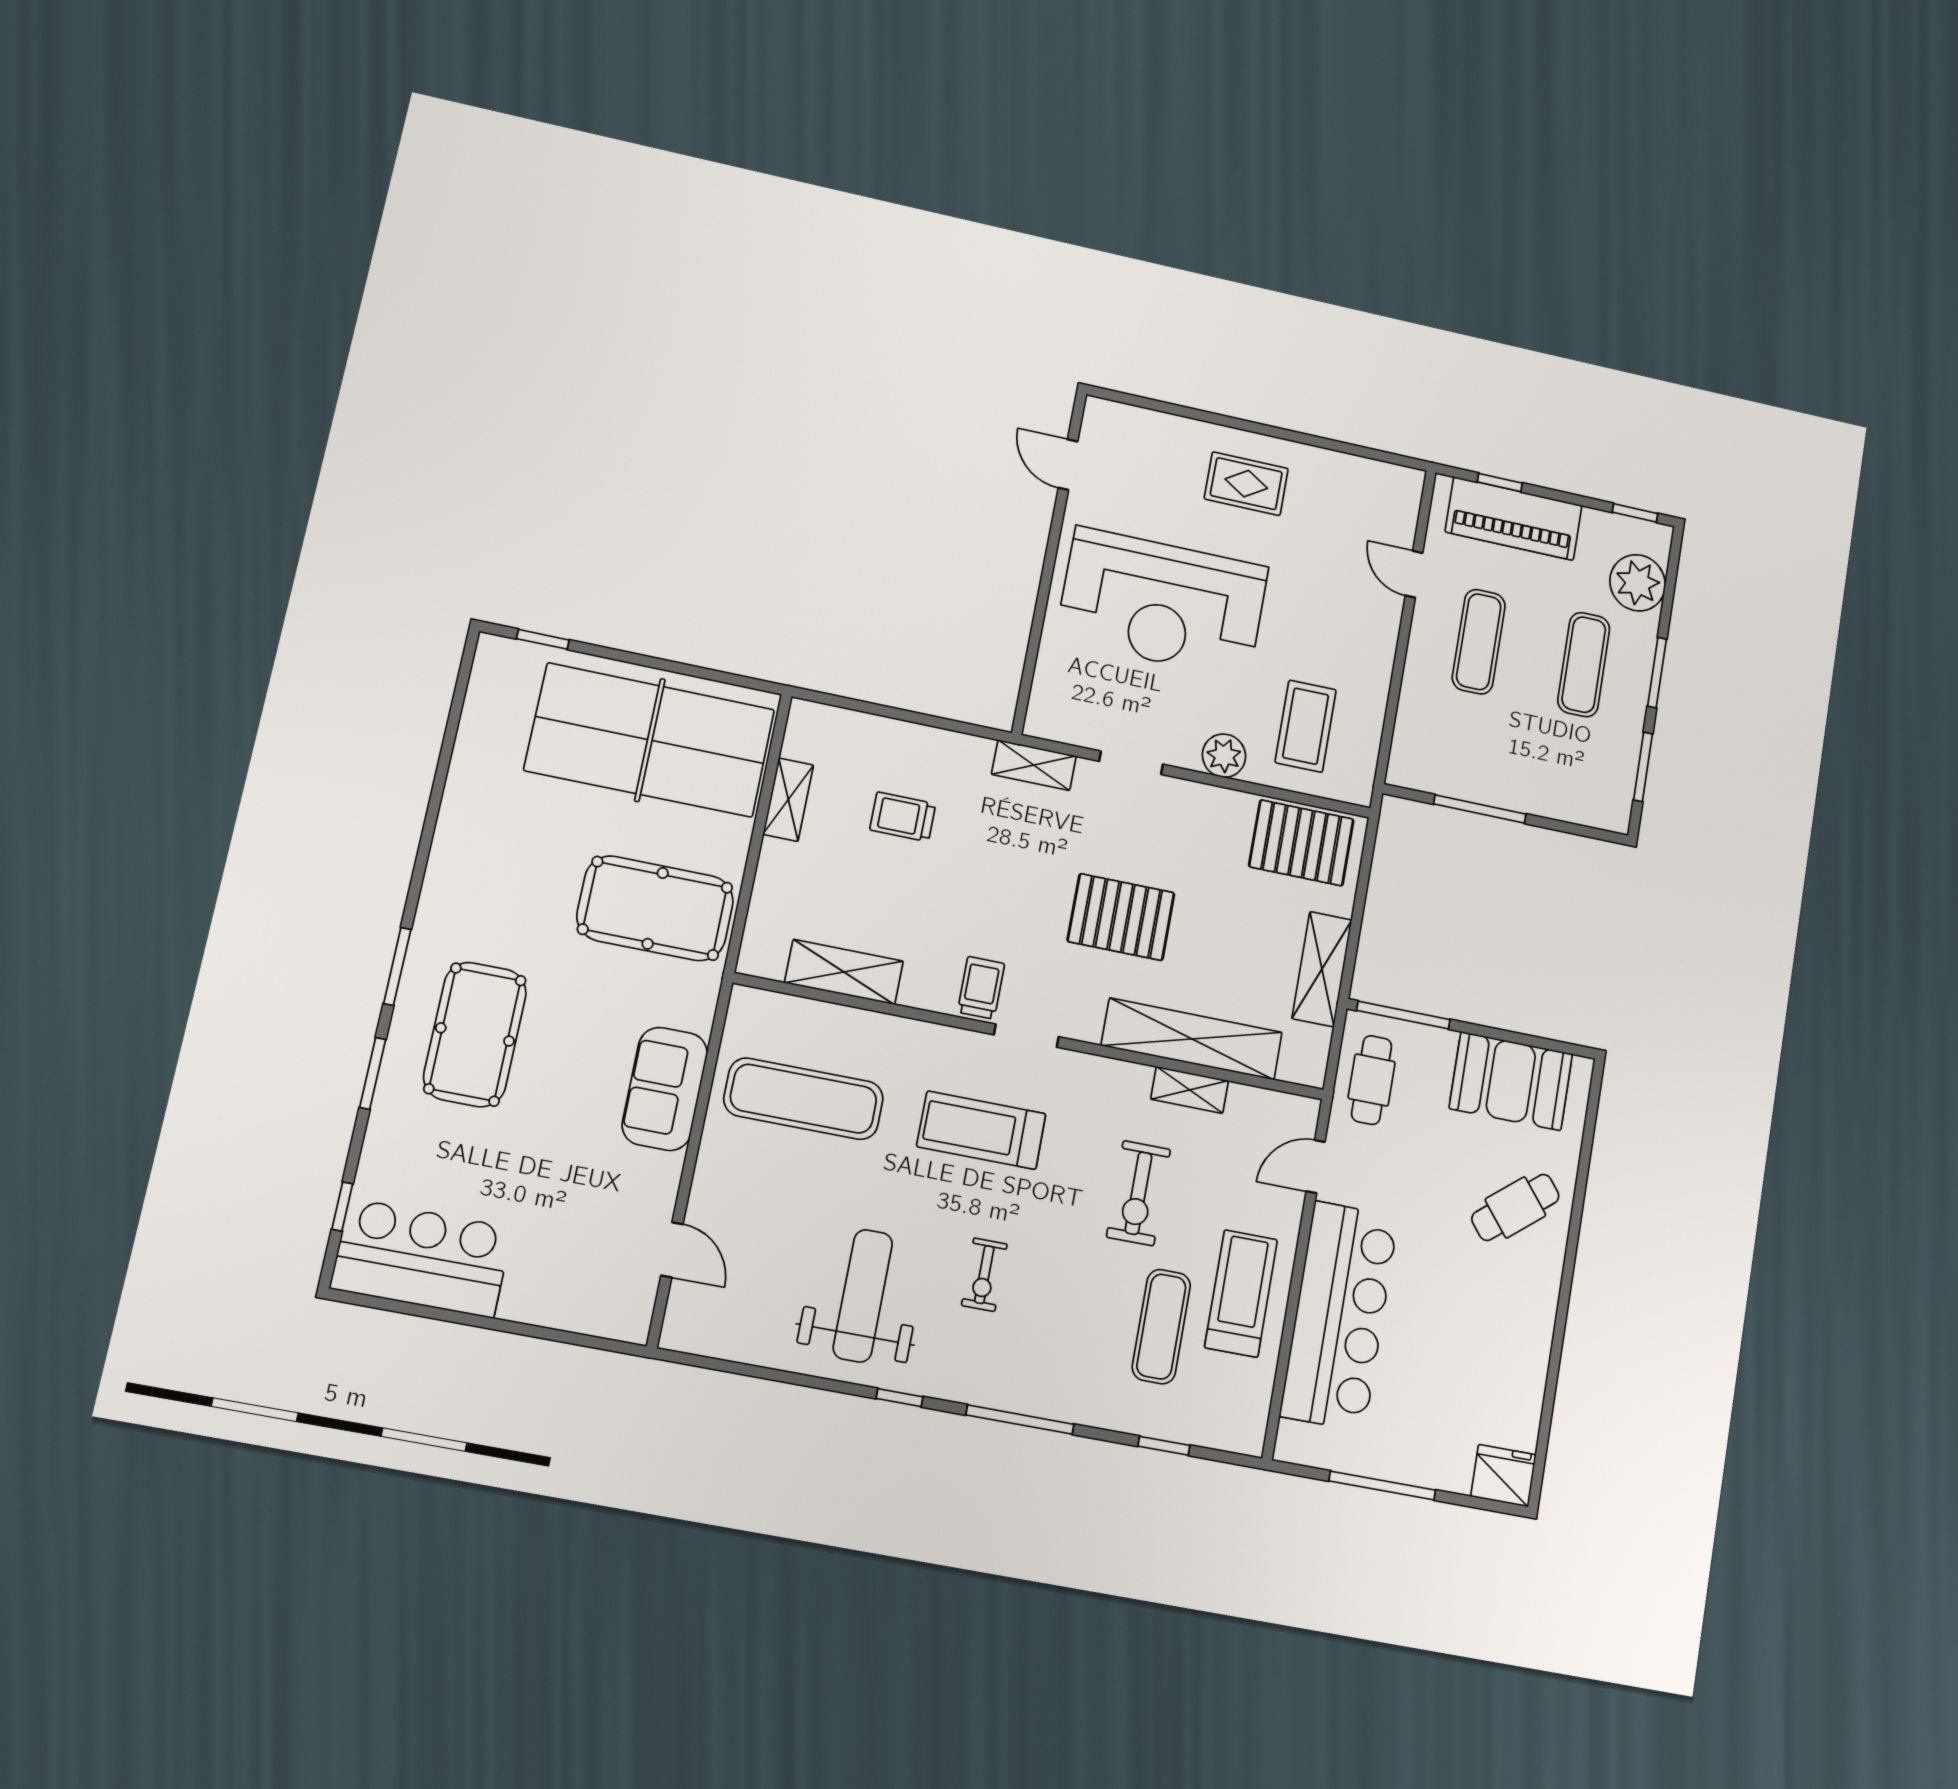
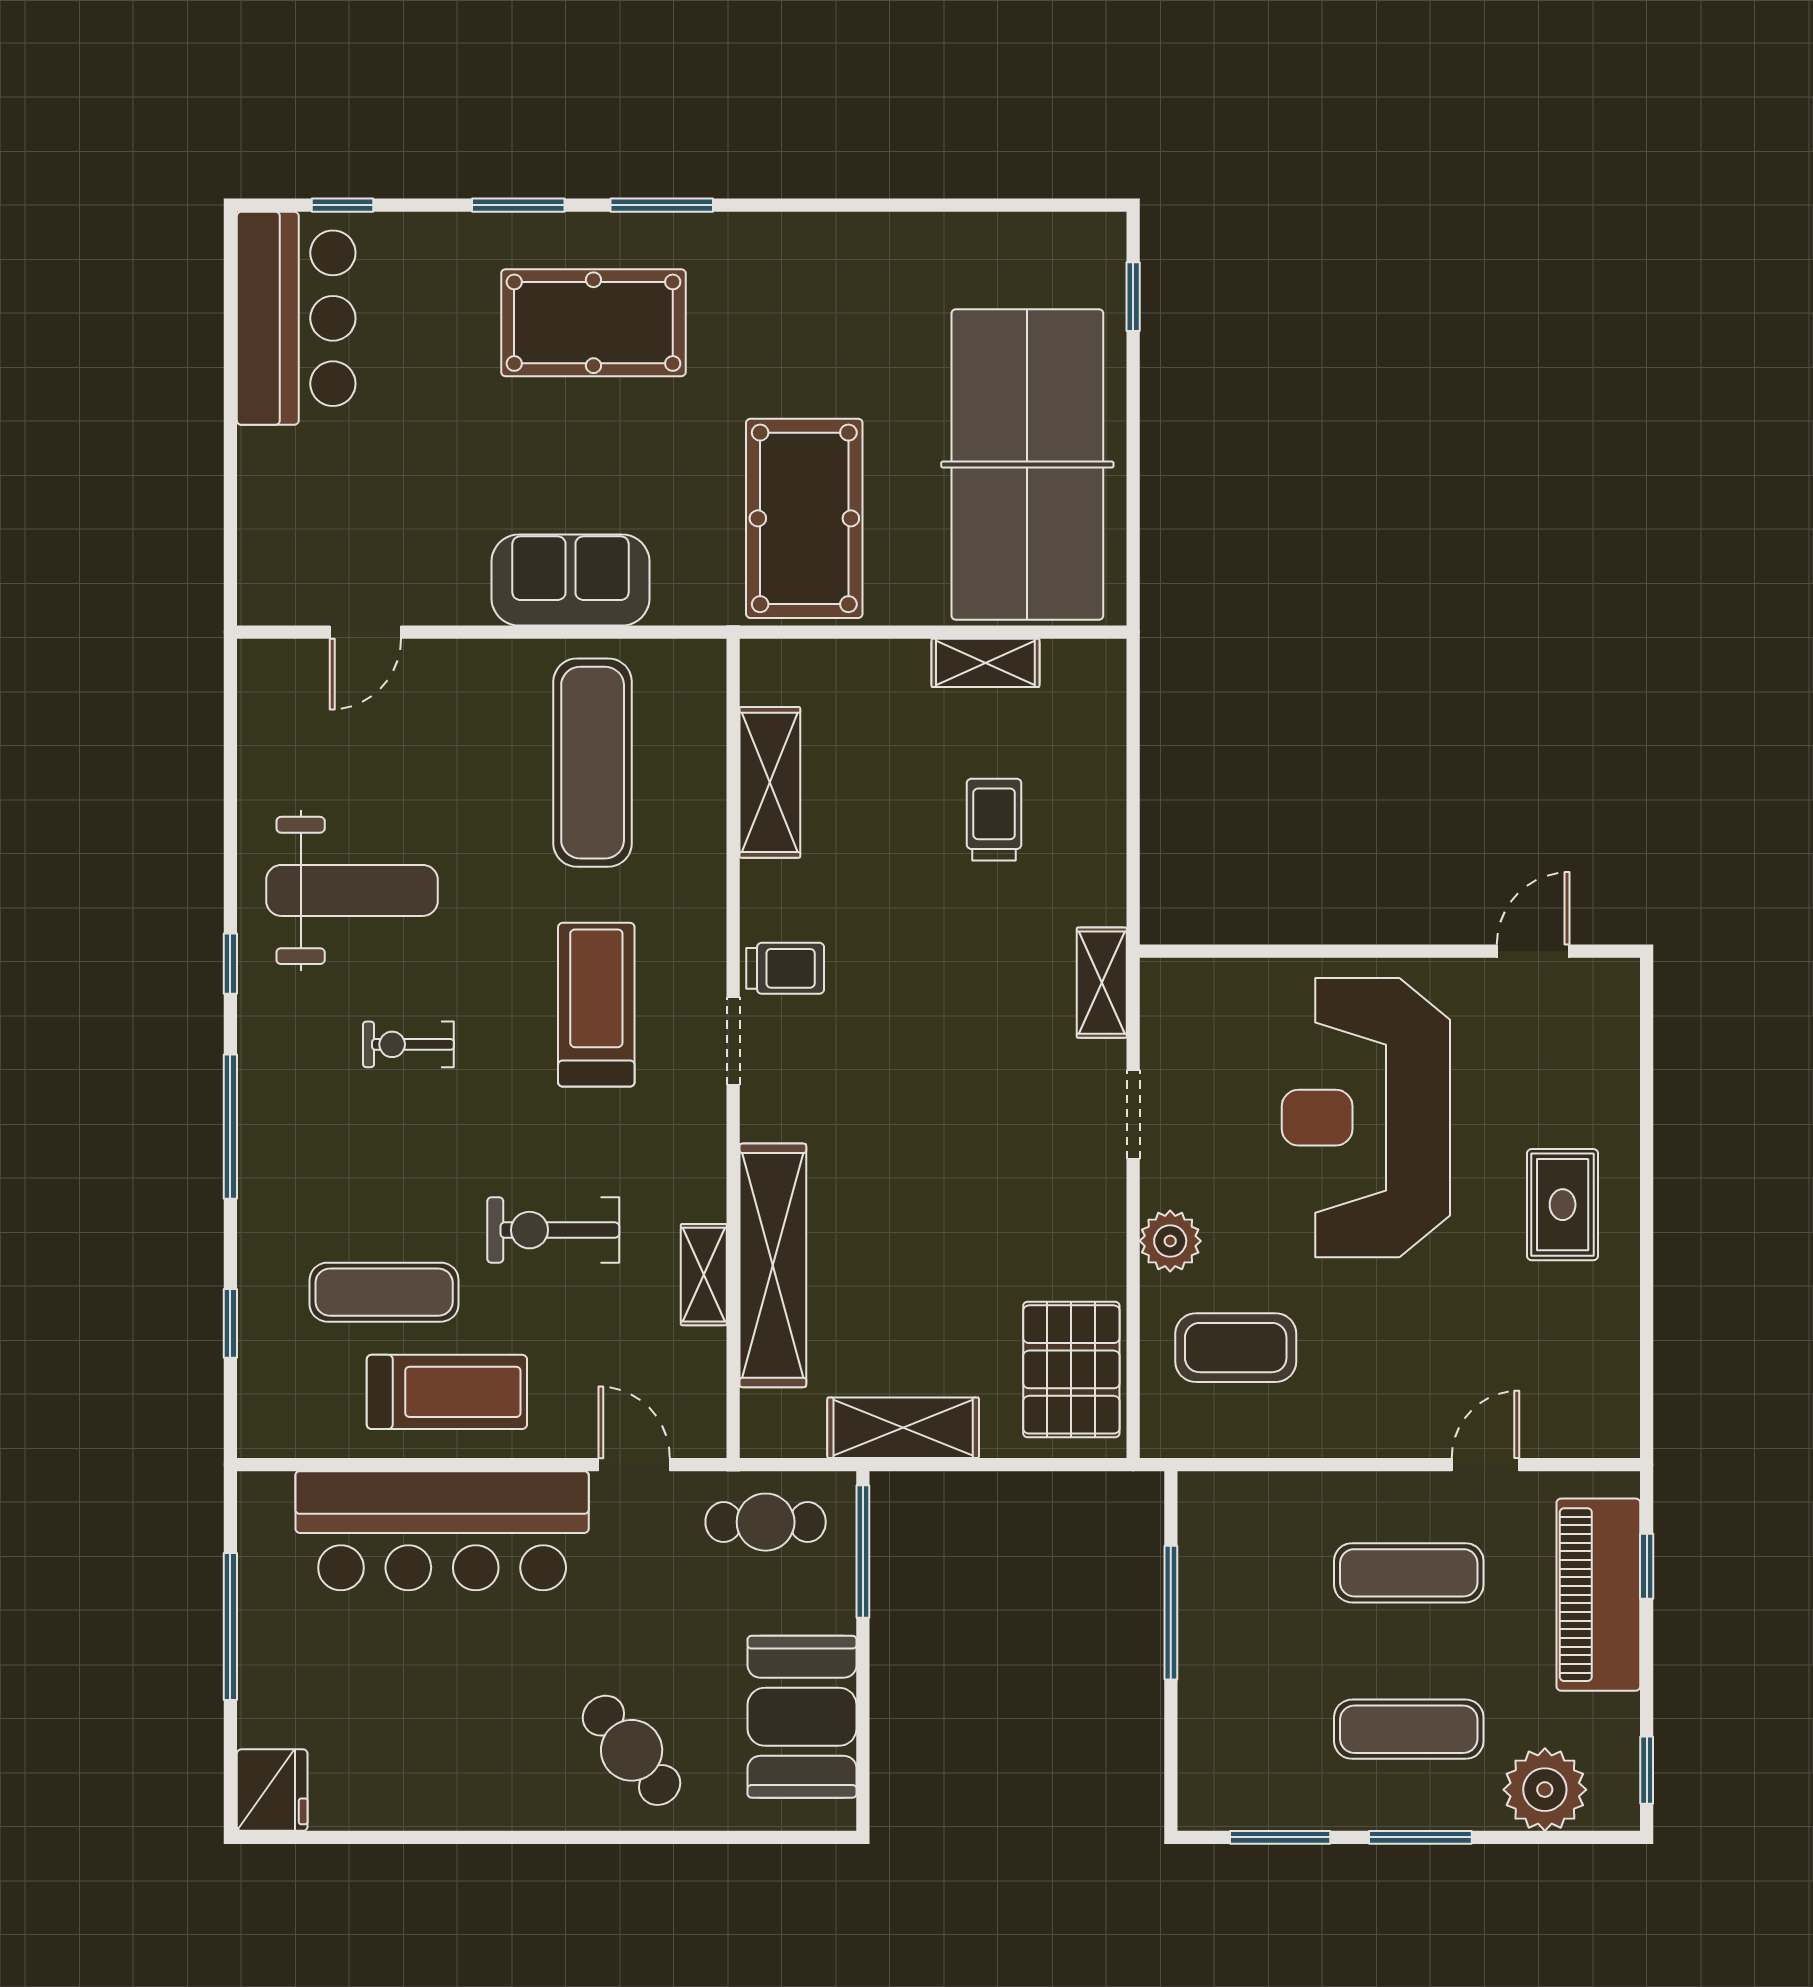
pallet: (1121, 917) -> (919, 1139), removed

